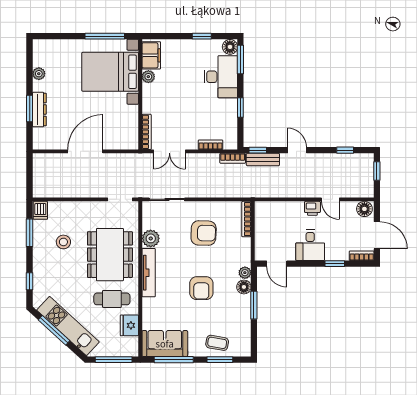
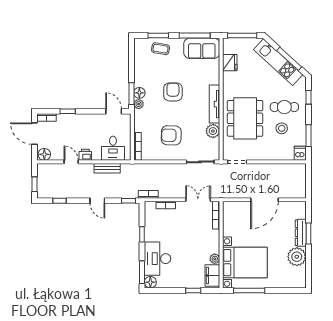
window: (202, 36) -> (193, 291), moved
plant: (39, 74) -> (297, 257), width x1.87, depth x1.87
bench: (263, 160) -> (107, 168), moved
desk: (310, 245) -> (113, 148), moved, turned 180
cafe table: (112, 299) -> (284, 107), moved
window: (254, 305) -> (131, 94), moved

